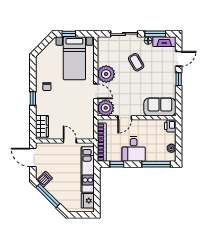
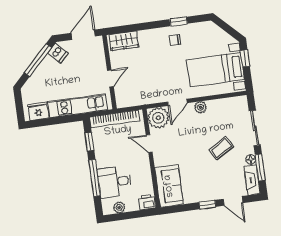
plant: (106, 74) -> (200, 107), width x0.53, depth x0.53
window: (33, 99) -> (178, 21), moved
desk: (134, 149) -> (115, 182), moved
window: (156, 164) -> (94, 178), moved

